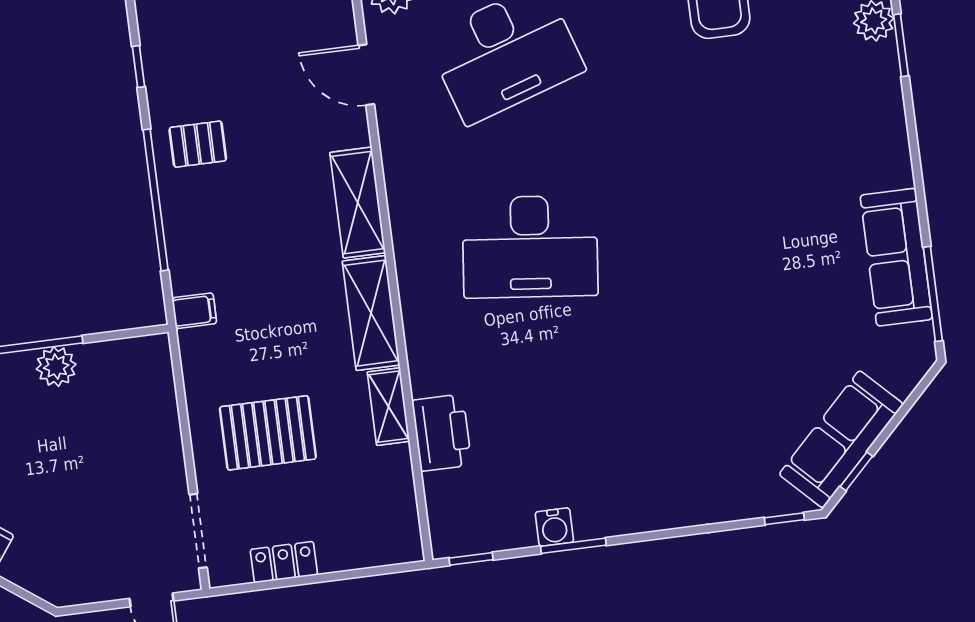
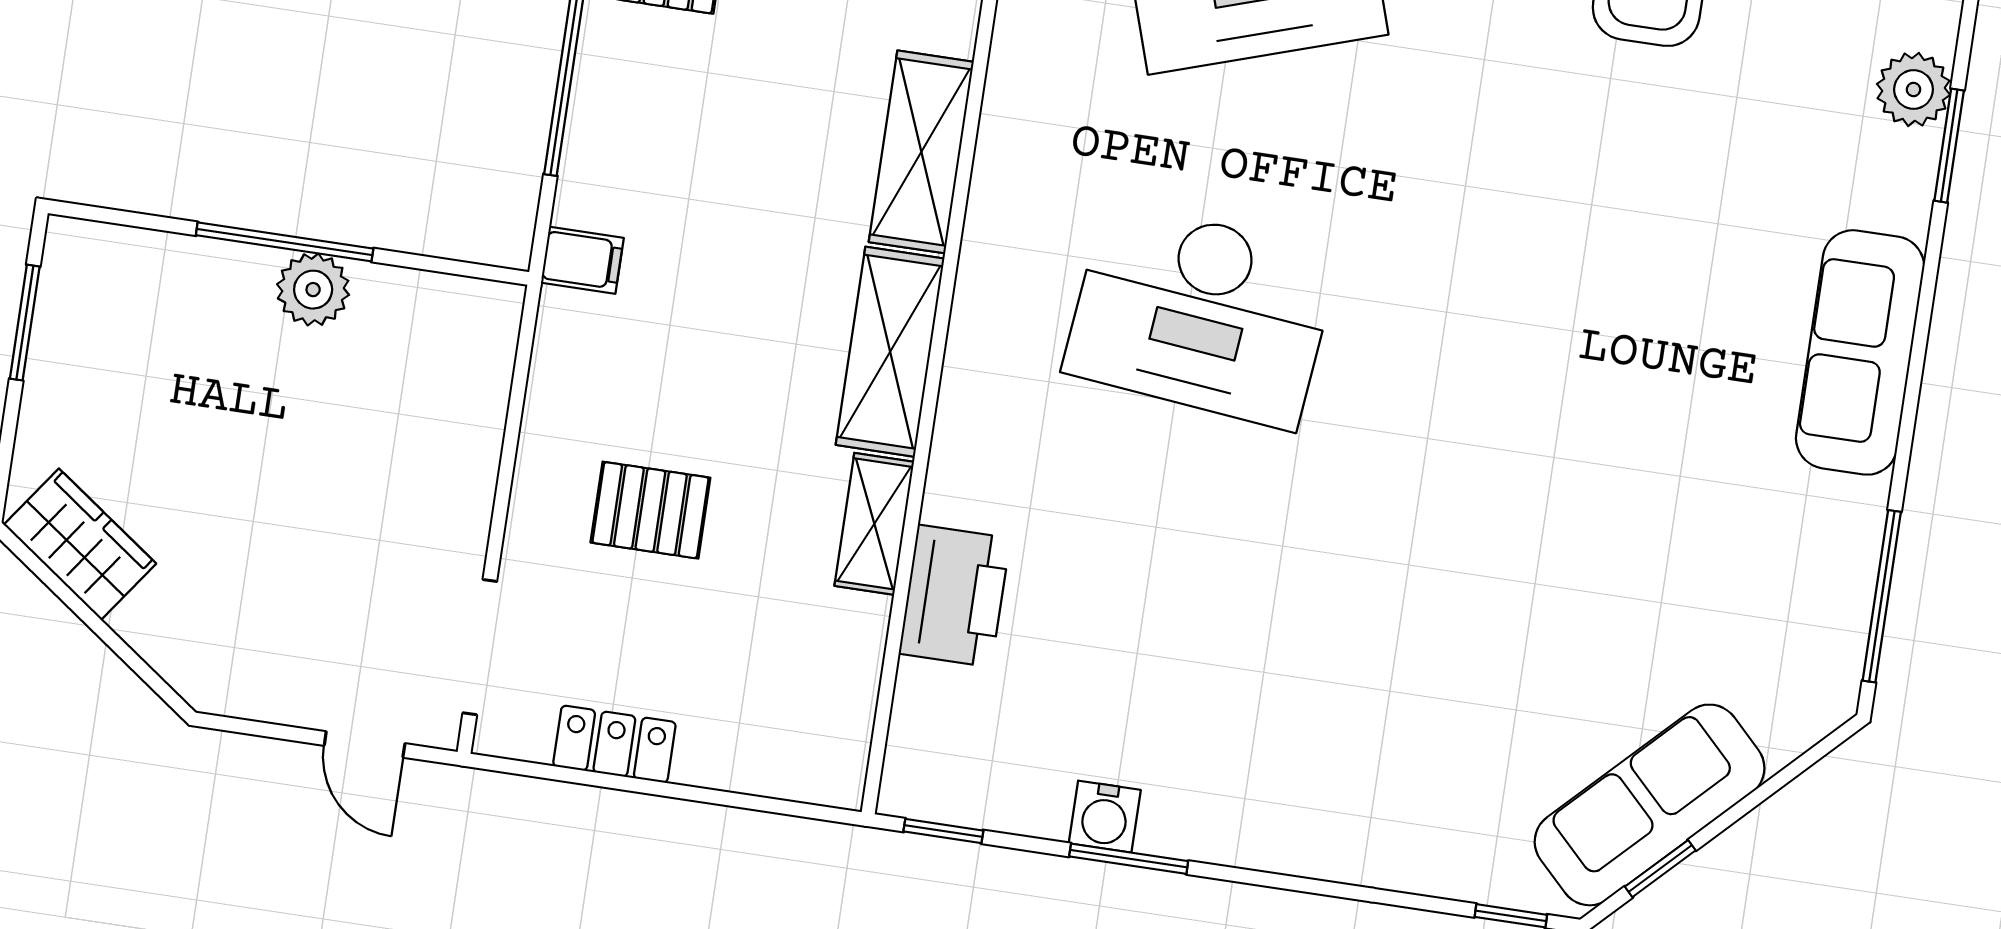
sofa: (896, 257) -> (1860, 352), moved
pallet: (268, 433) -> (650, 510), width x0.67, depth x0.71

